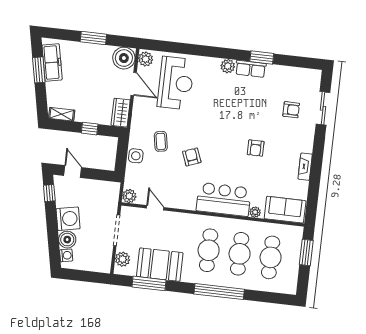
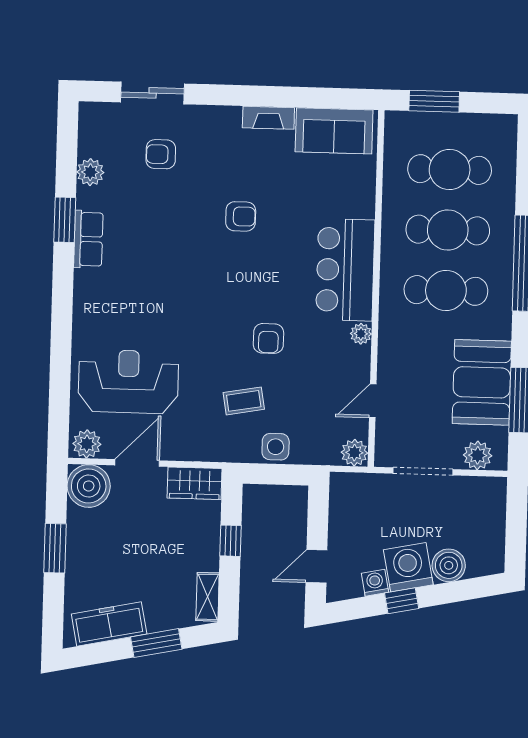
plant: (228, 66) -> (90, 172), moved
window: (39, 70) -> (156, 643), moved
armchair: (291, 110) -> (161, 154), turned -90
armchair: (192, 157) -> (268, 338), turned -69
window: (49, 193) -> (402, 601), moved
sofa: (285, 210) -> (334, 131), moved, turned -90
plant: (255, 212) -> (361, 334), moved
washing machine: (66, 255) -> (375, 583), moved

